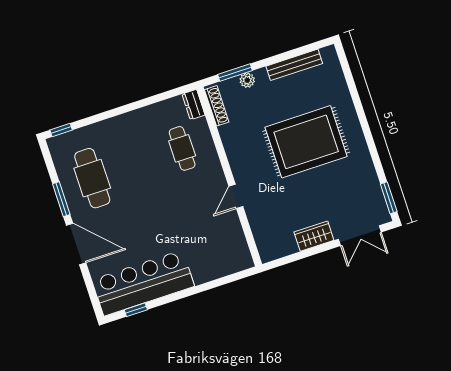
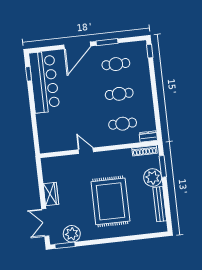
plant: (247, 80) -> (153, 178), width x1.88, depth x1.88
cafe table: (137, 163) -> (119, 94), added
cafe table: (92, 178) -> (116, 64), width x0.73, depth x0.74
plant: (369, 191) -> (72, 234), added

